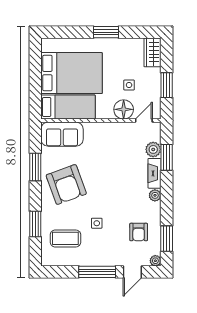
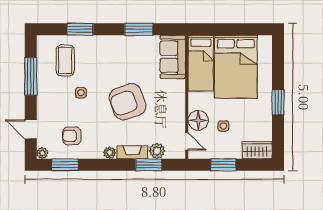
armchair: (66, 184) -> (128, 102), moved
window: (97, 272) -> (31, 76), moved

